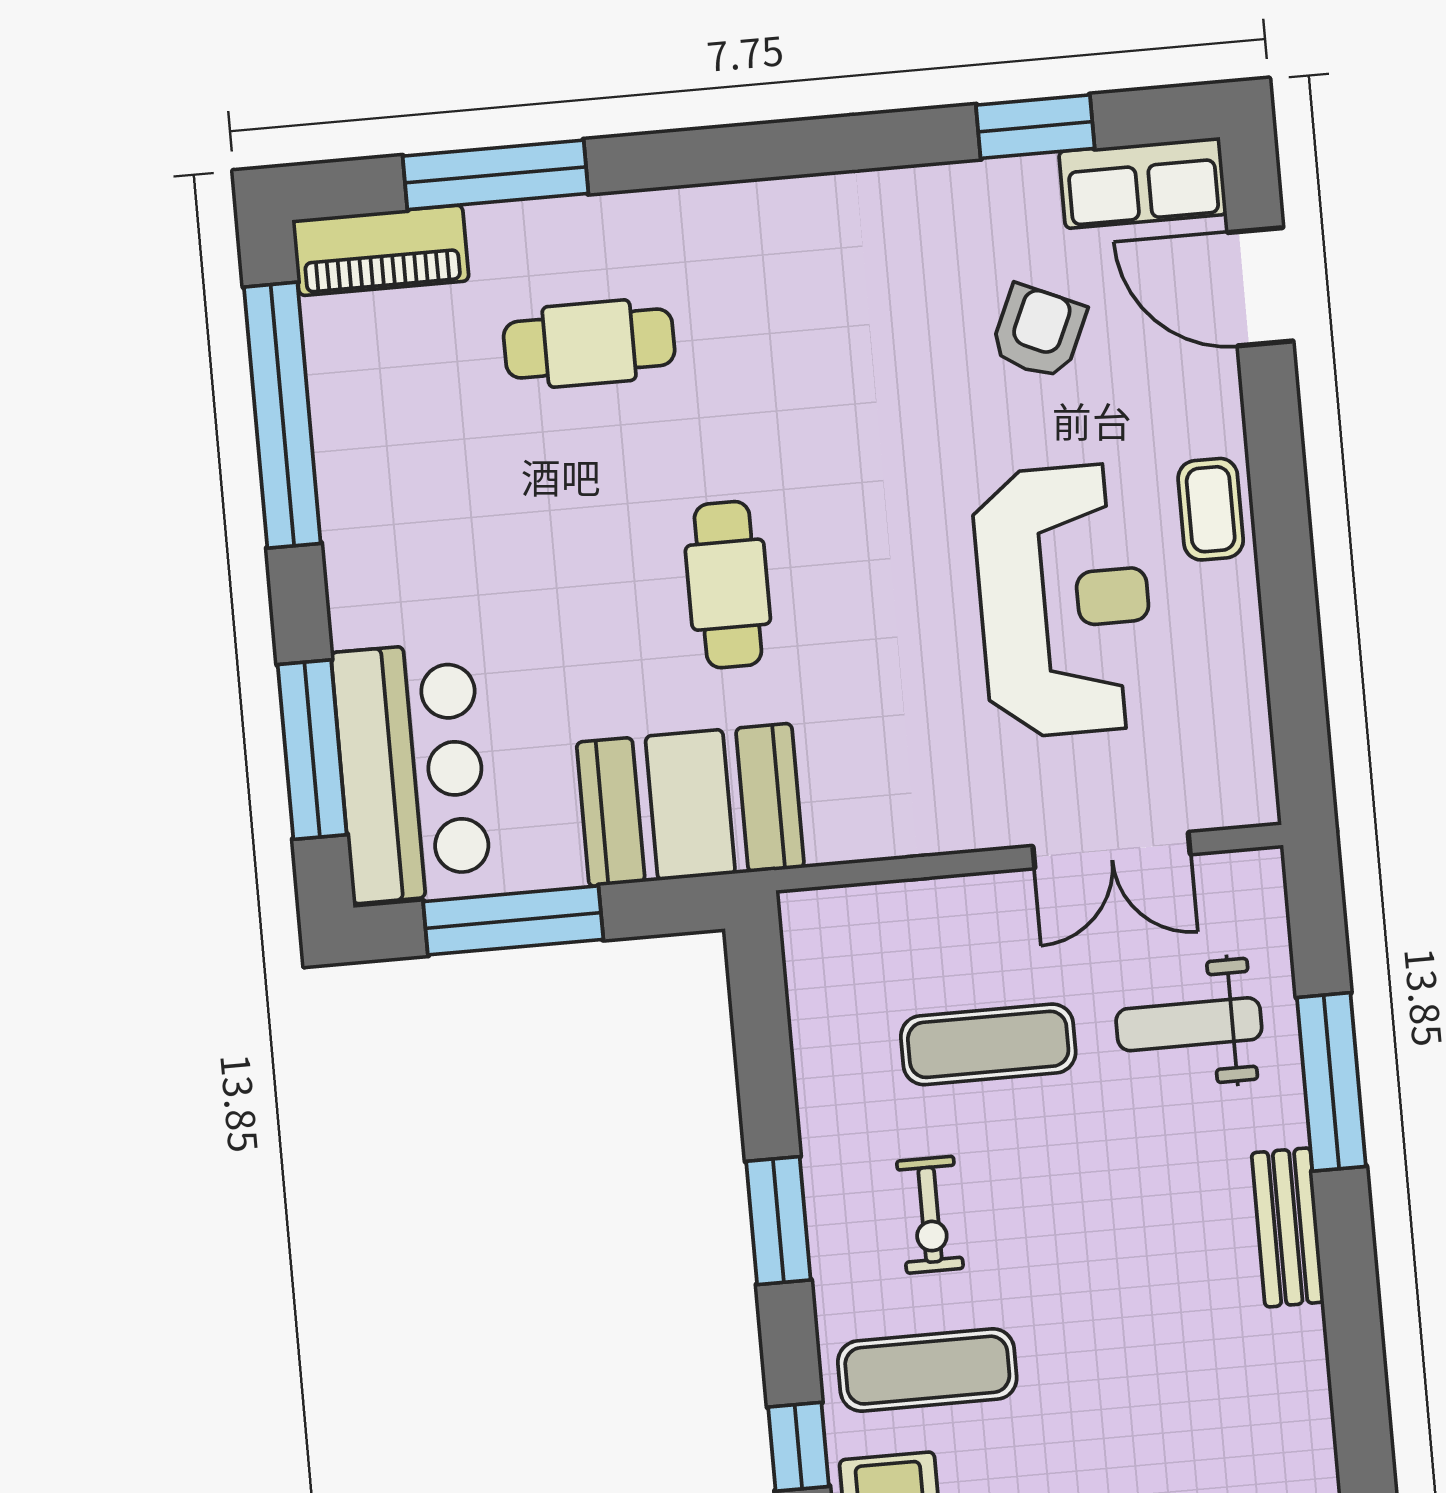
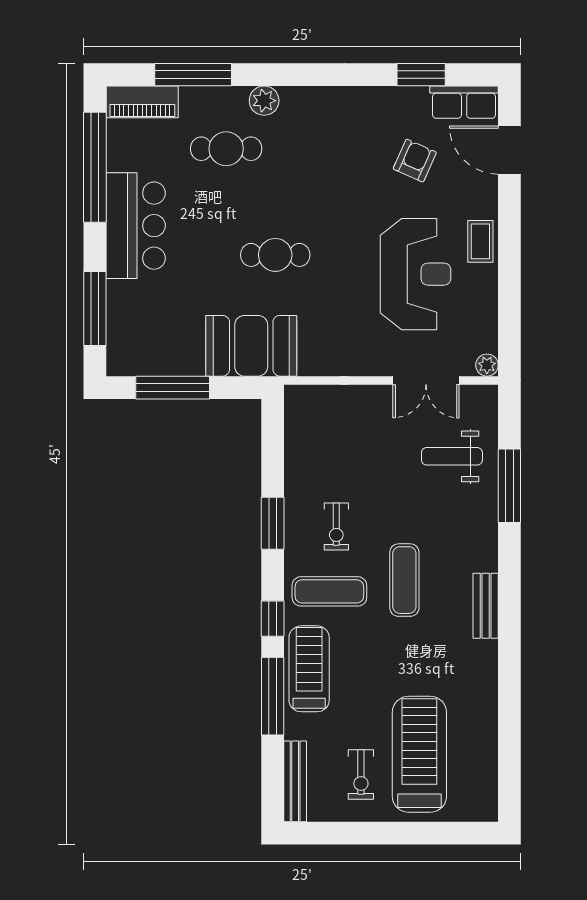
plant: (669, 222) -> (264, 101), added
cafe table: (728, 585) -> (275, 255), turned 90
bar counter: (412, 772) -> (136, 226), moved
plant: (1253, 801) -> (487, 365), added
exercise mat: (988, 1044) -> (404, 580), moved, turned 90
bench: (1288, 1227) -> (486, 606), moved

